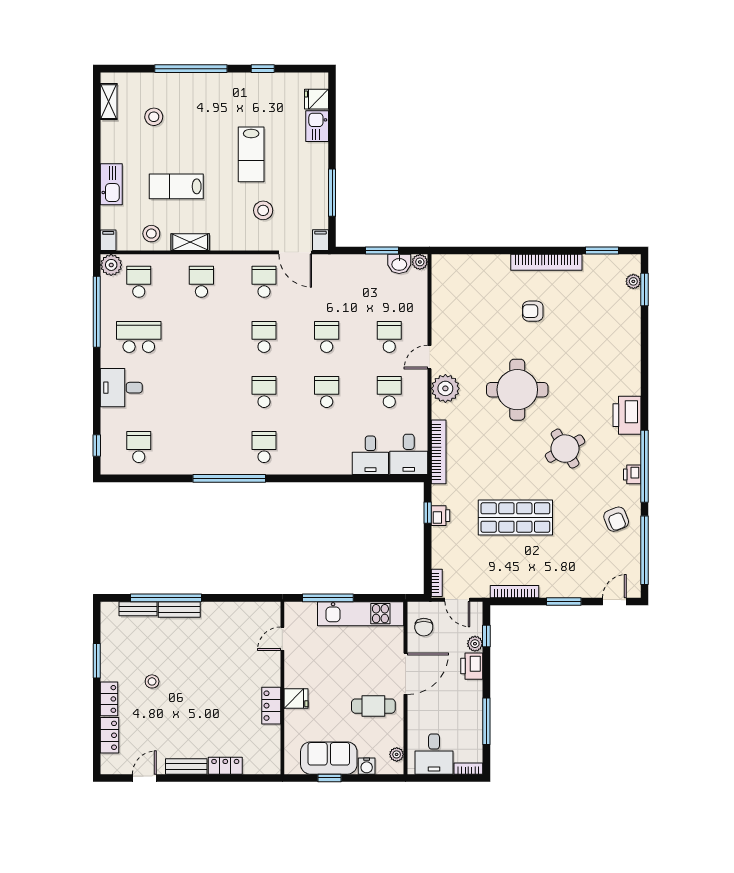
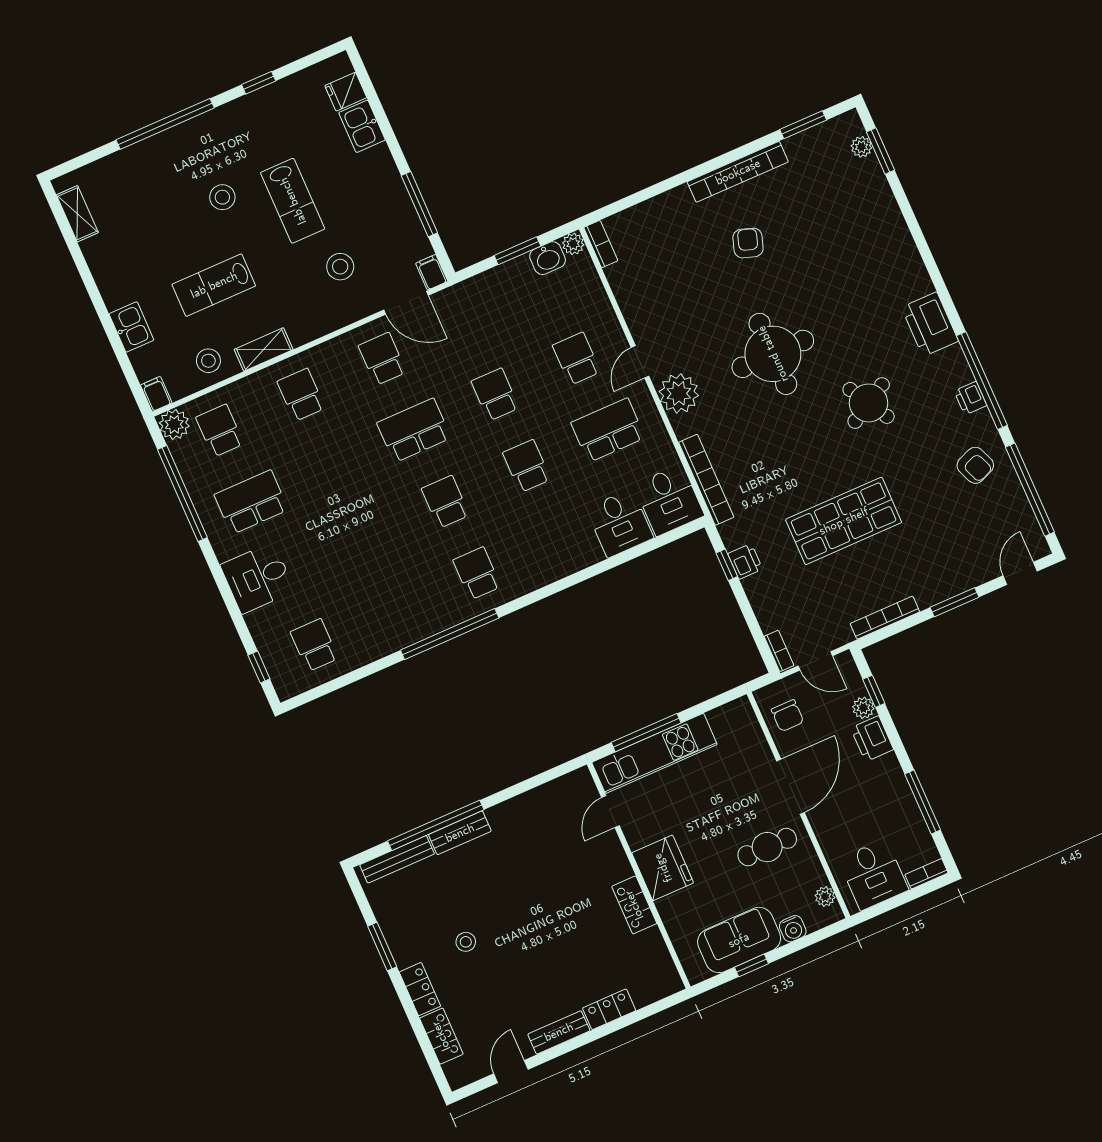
stool: (154, 117) -> (222, 197), moved
kitchen sink: (111, 184) -> (131, 327), width x0.73
bookcase: (438, 270) -> (601, 244), added
armchair: (533, 311) -> (748, 243), turned 108
school desk: (264, 337) -> (414, 430), width x1.85
school desk: (389, 392) -> (608, 430), width x1.85
bench: (138, 609) -> (397, 859), width x1.36
kitchen unit: (361, 614) -> (654, 753), moved
fridge: (296, 699) -> (663, 868), width x1.88, depth x1.34

